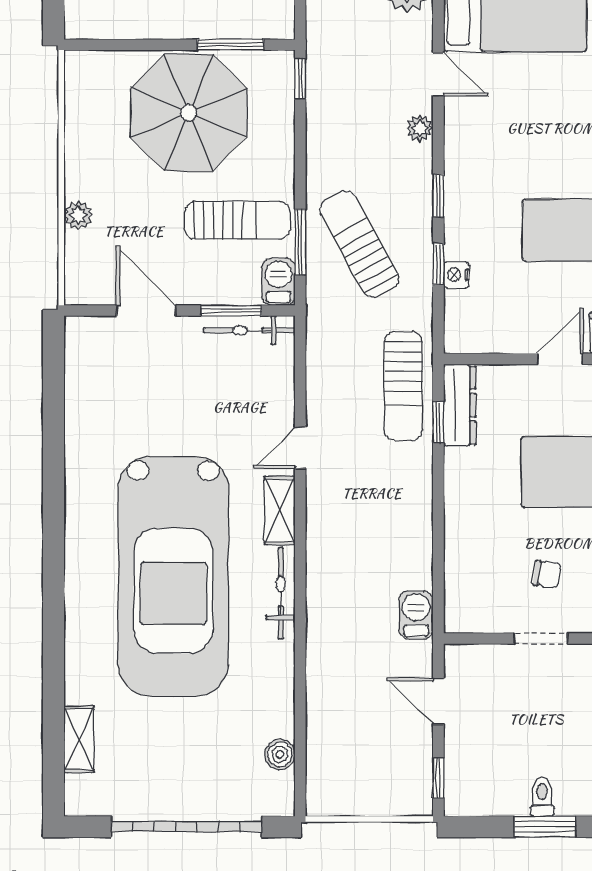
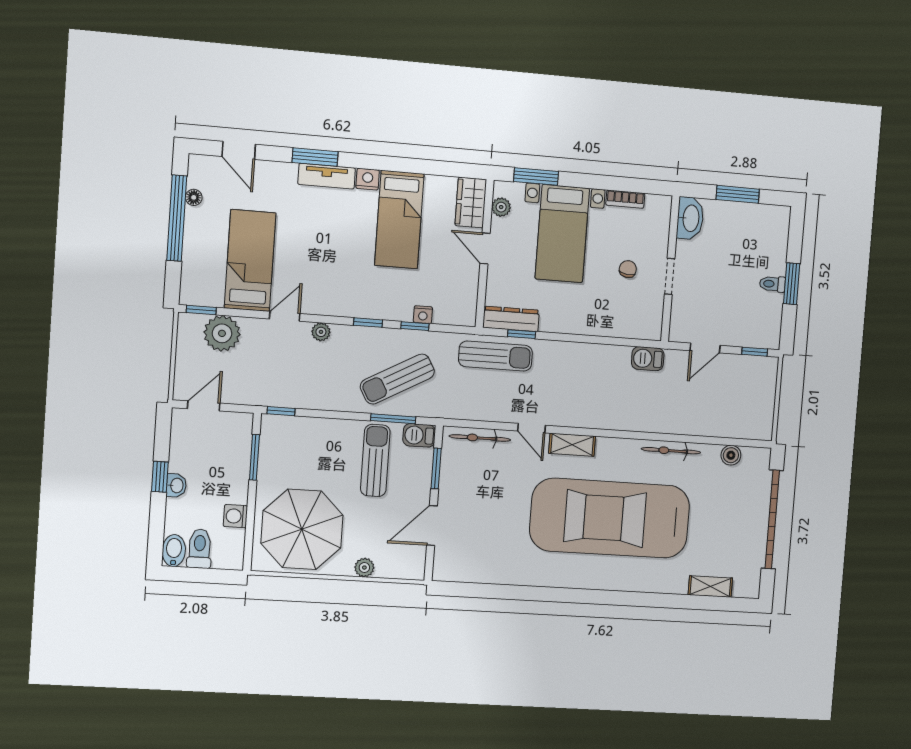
washing machine: (143, 23) -> (235, 516), added
parasol: (189, 113) -> (302, 529), moved
bicycle: (249, 330) -> (480, 438), moved, turned 90
car: (173, 576) -> (610, 518), turned 180
bicycle: (281, 593) -> (671, 451), moved

